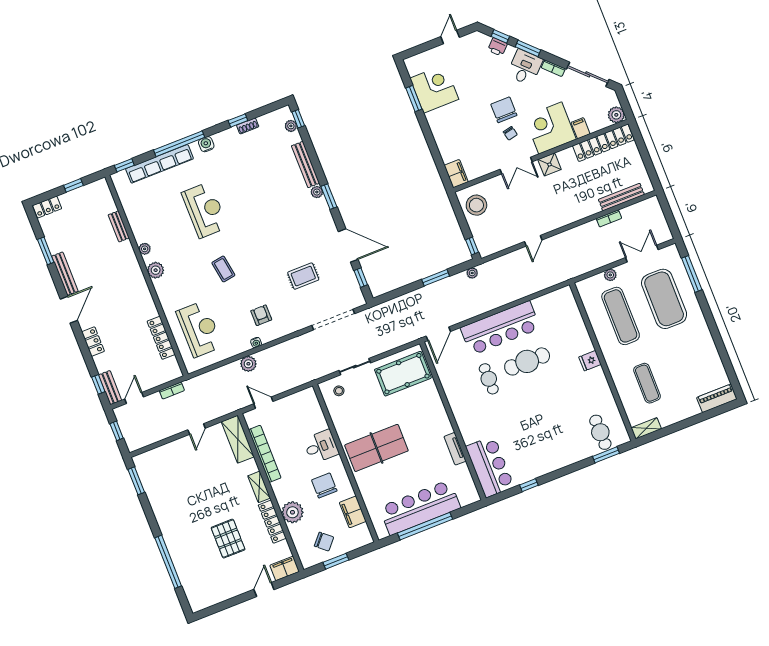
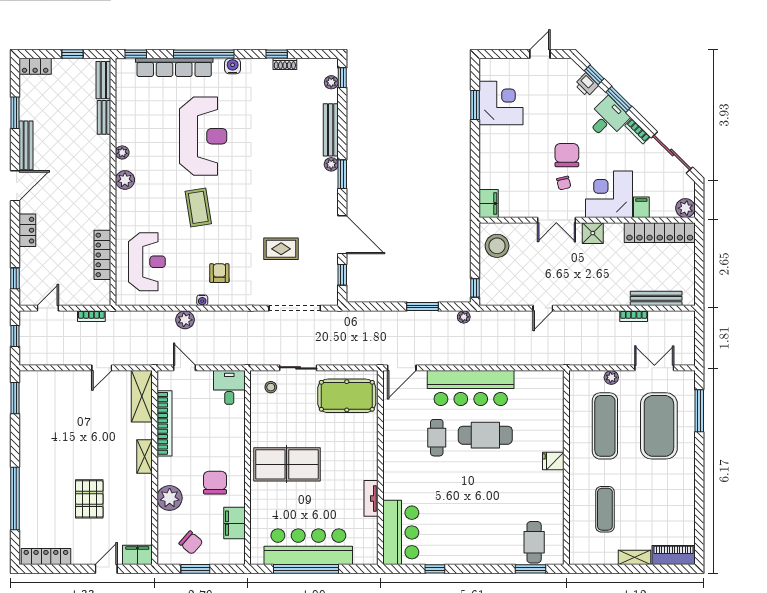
reception desk: (205, 210) -> (203, 136), width x1.36, depth x1.30
coffee table: (223, 269) -> (198, 207), width x1.36, depth x1.30
bench: (110, 388) -> (103, 80), moved
shelving: (646, 428) -> (635, 557), moved
desk: (321, 447) -> (229, 387), moved, turned -90
locker: (272, 522) -> (46, 557), moved, turned 90

